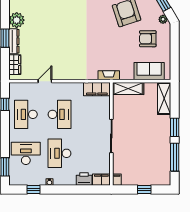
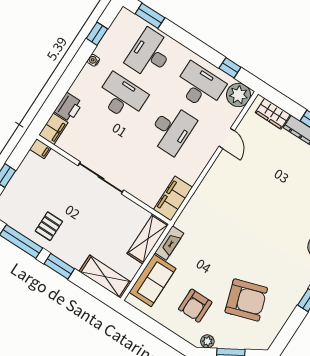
armchair: (148, 39) -> (195, 306), turned 180
fireplace: (109, 75) -> (169, 243), moved
plant: (17, 90) -> (239, 95), added
desk: (59, 114) -> (172, 129), turned -90
pallet: (156, 147) -> (49, 226), added
desk: (26, 153) -> (150, 54), turned 180

